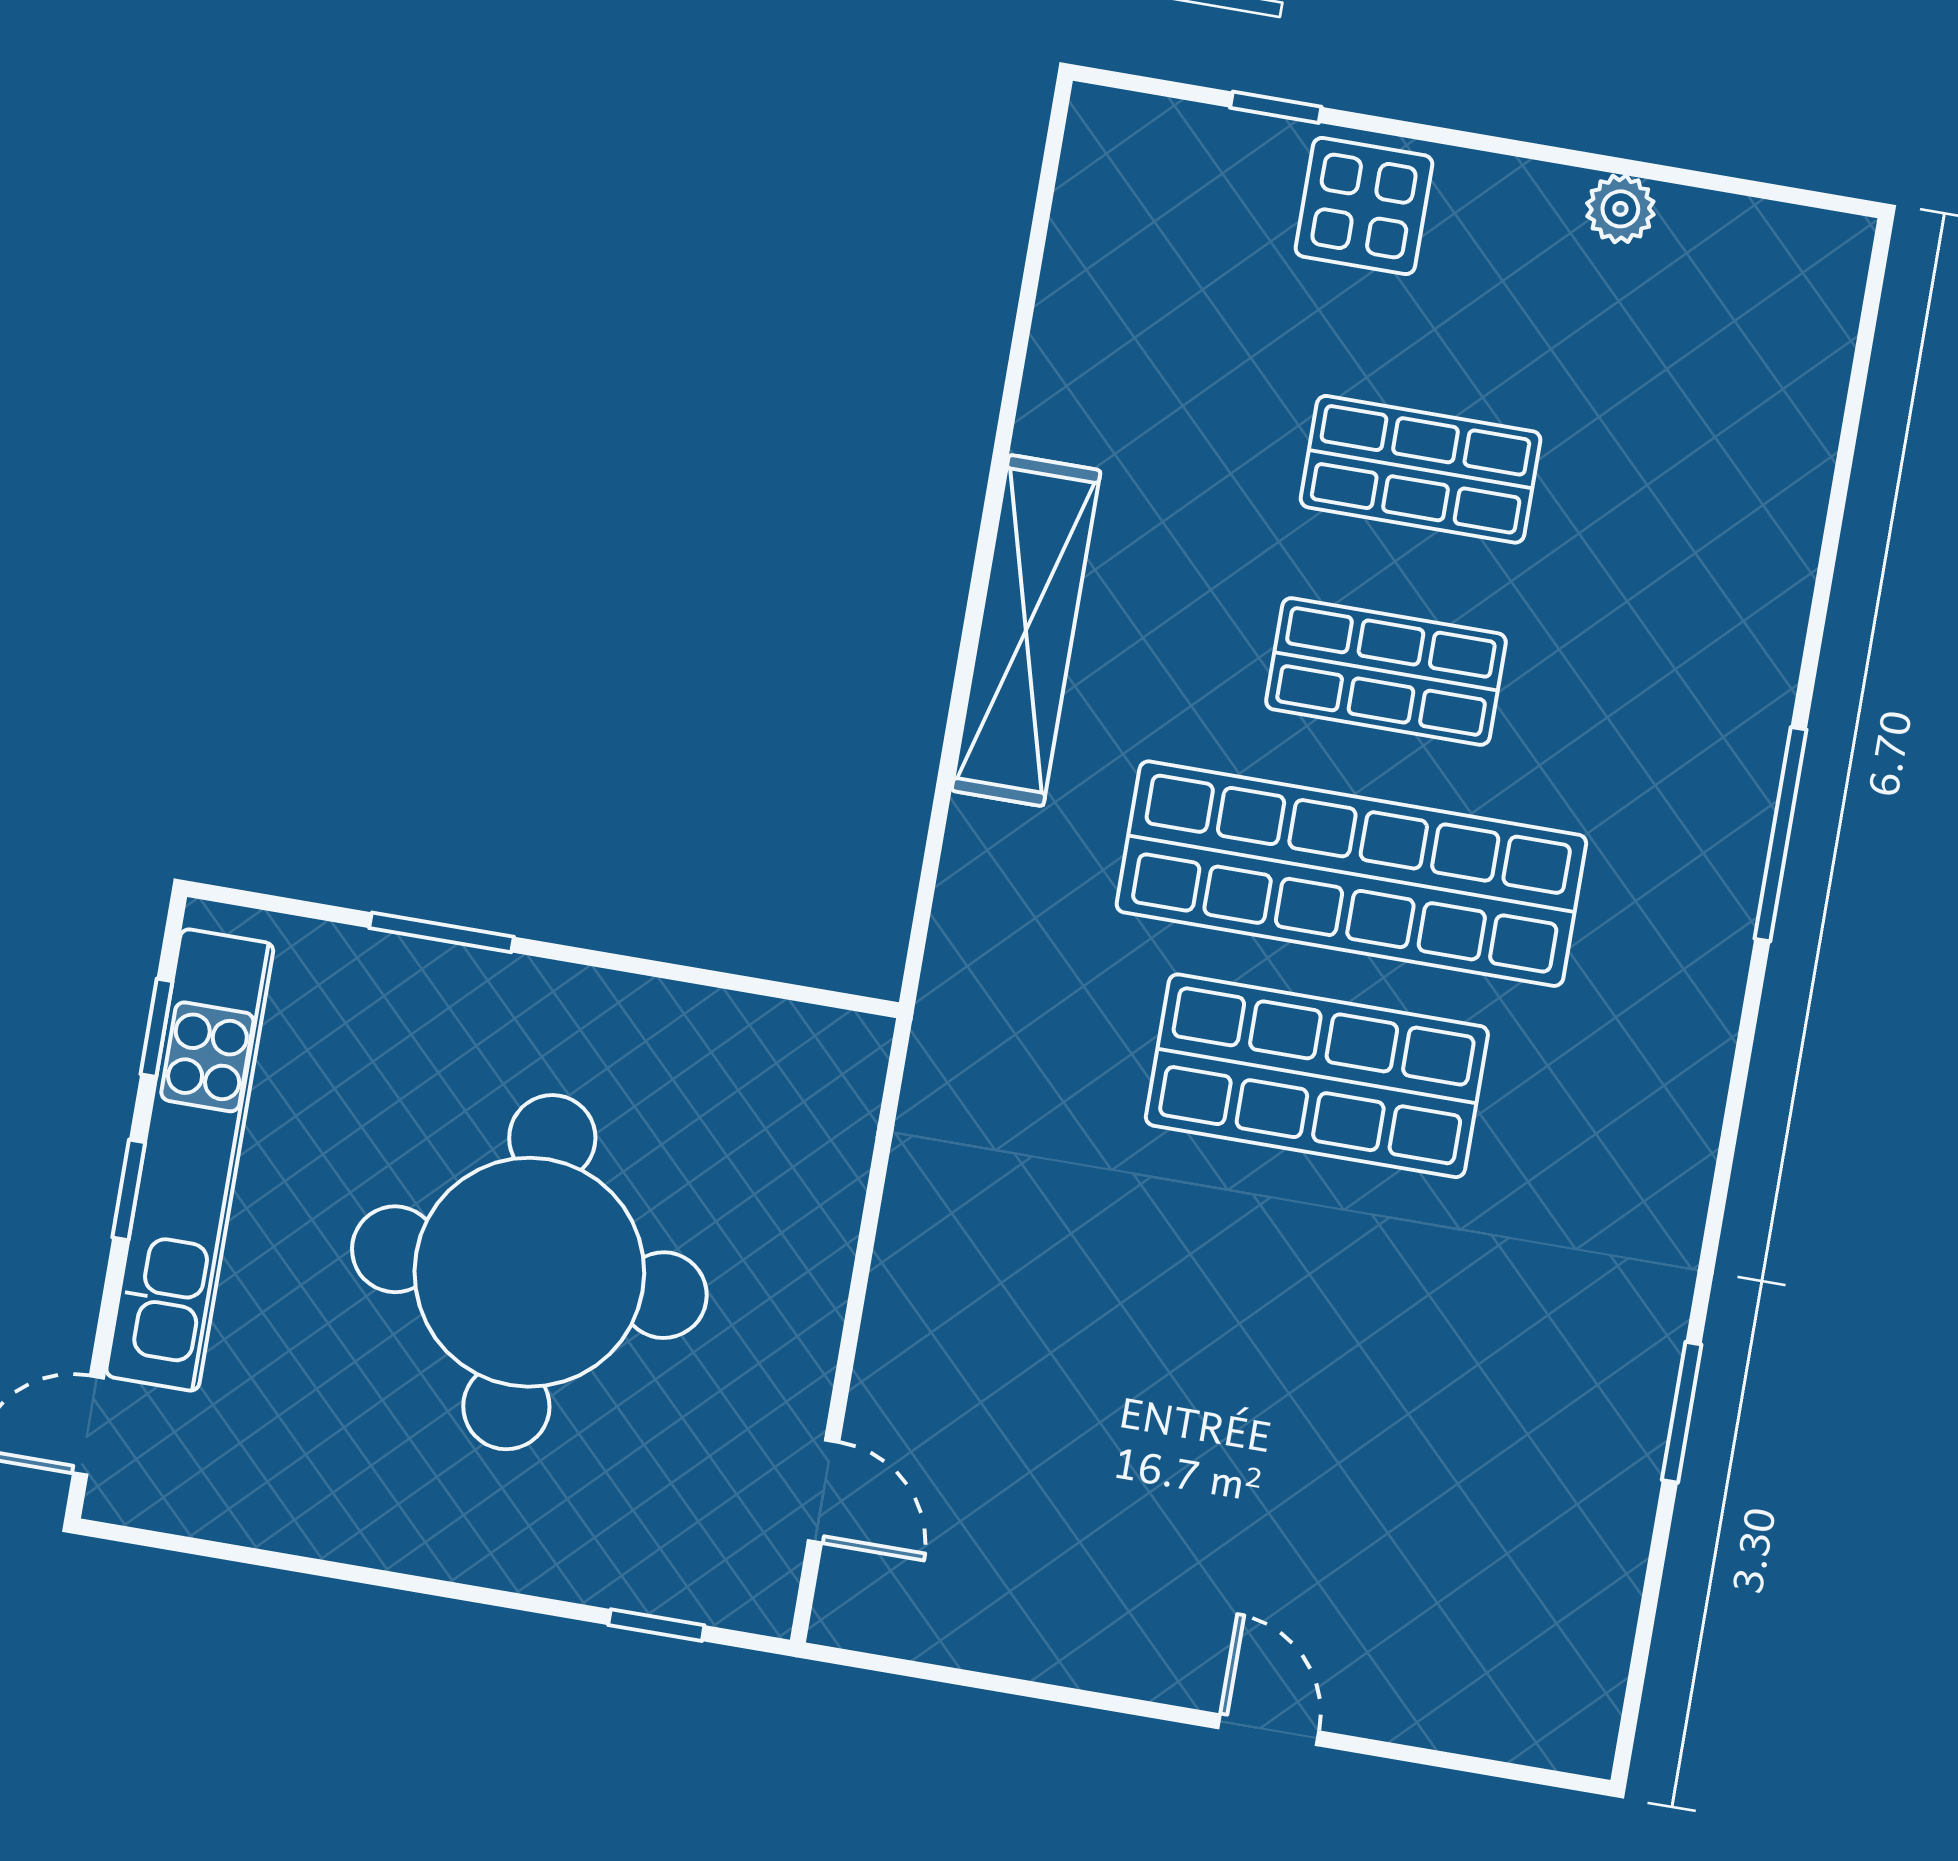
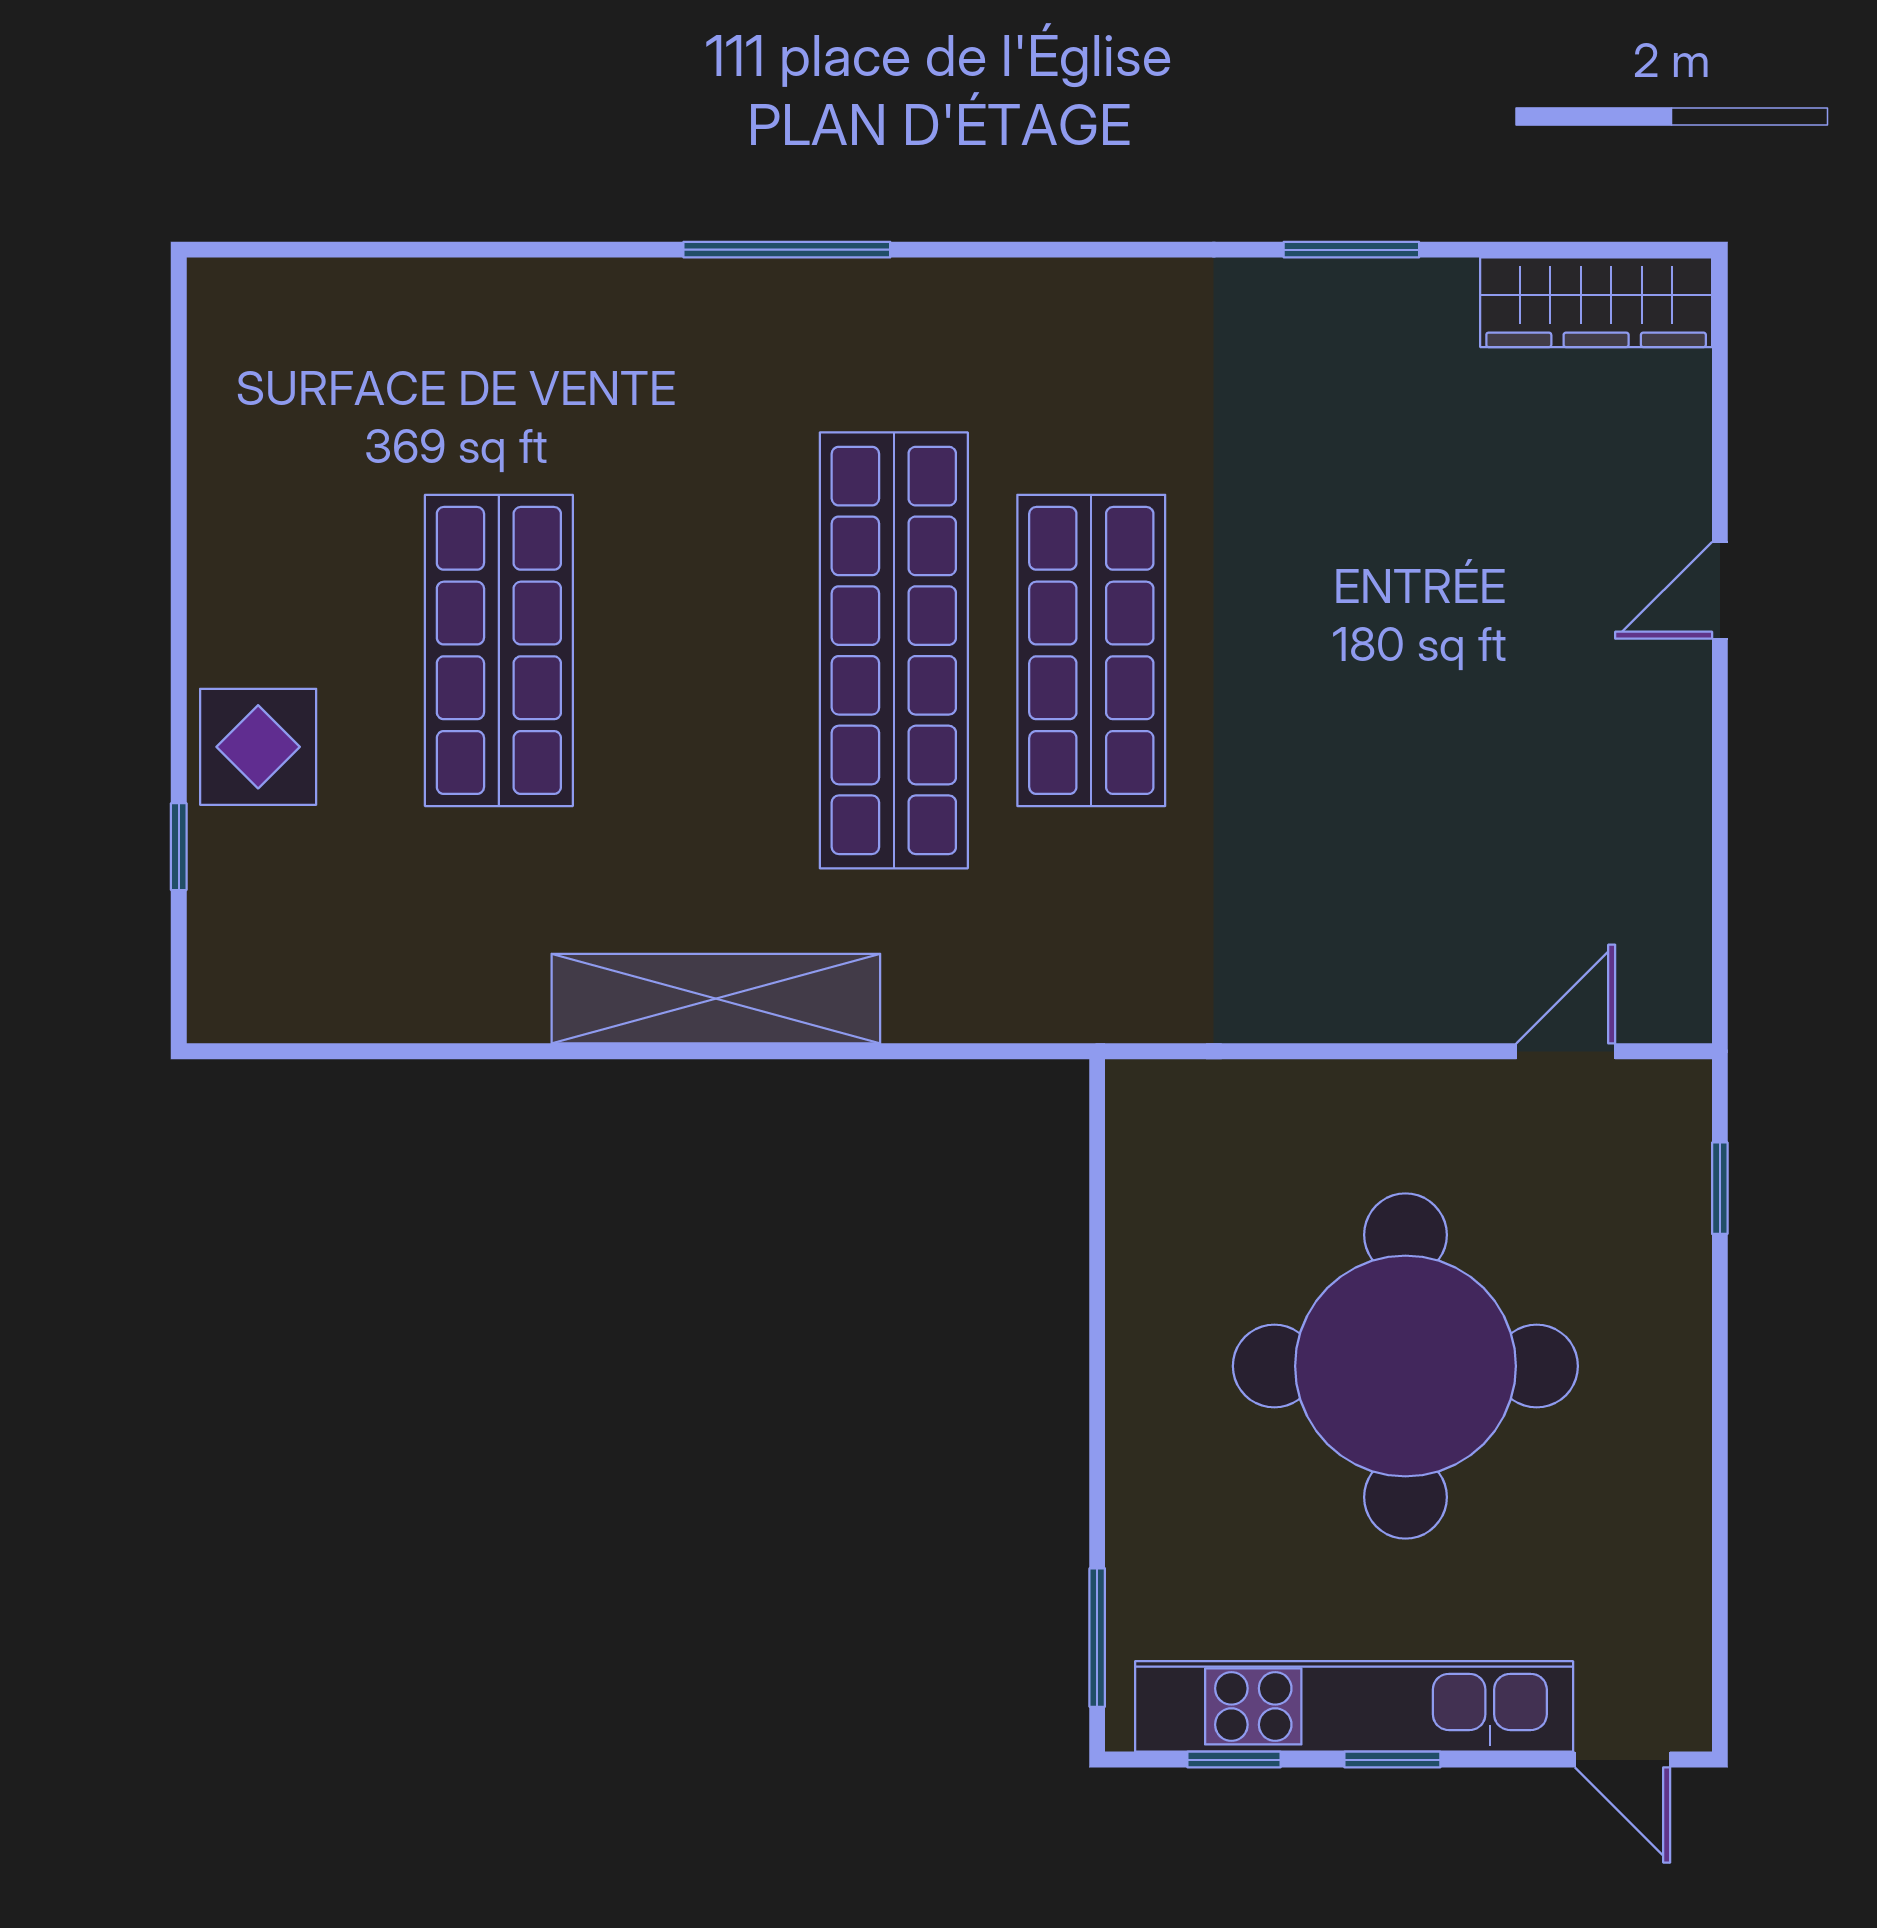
plant: (1620, 209) -> (219, 503), removed
shop shelf: (1421, 469) -> (499, 650), width x1.43, depth x1.36
shop shelf: (1386, 671) -> (696, 650), removed
window: (441, 932) -> (1097, 1638), moved
wardrobe: (1585, 1653) -> (1596, 302), added

